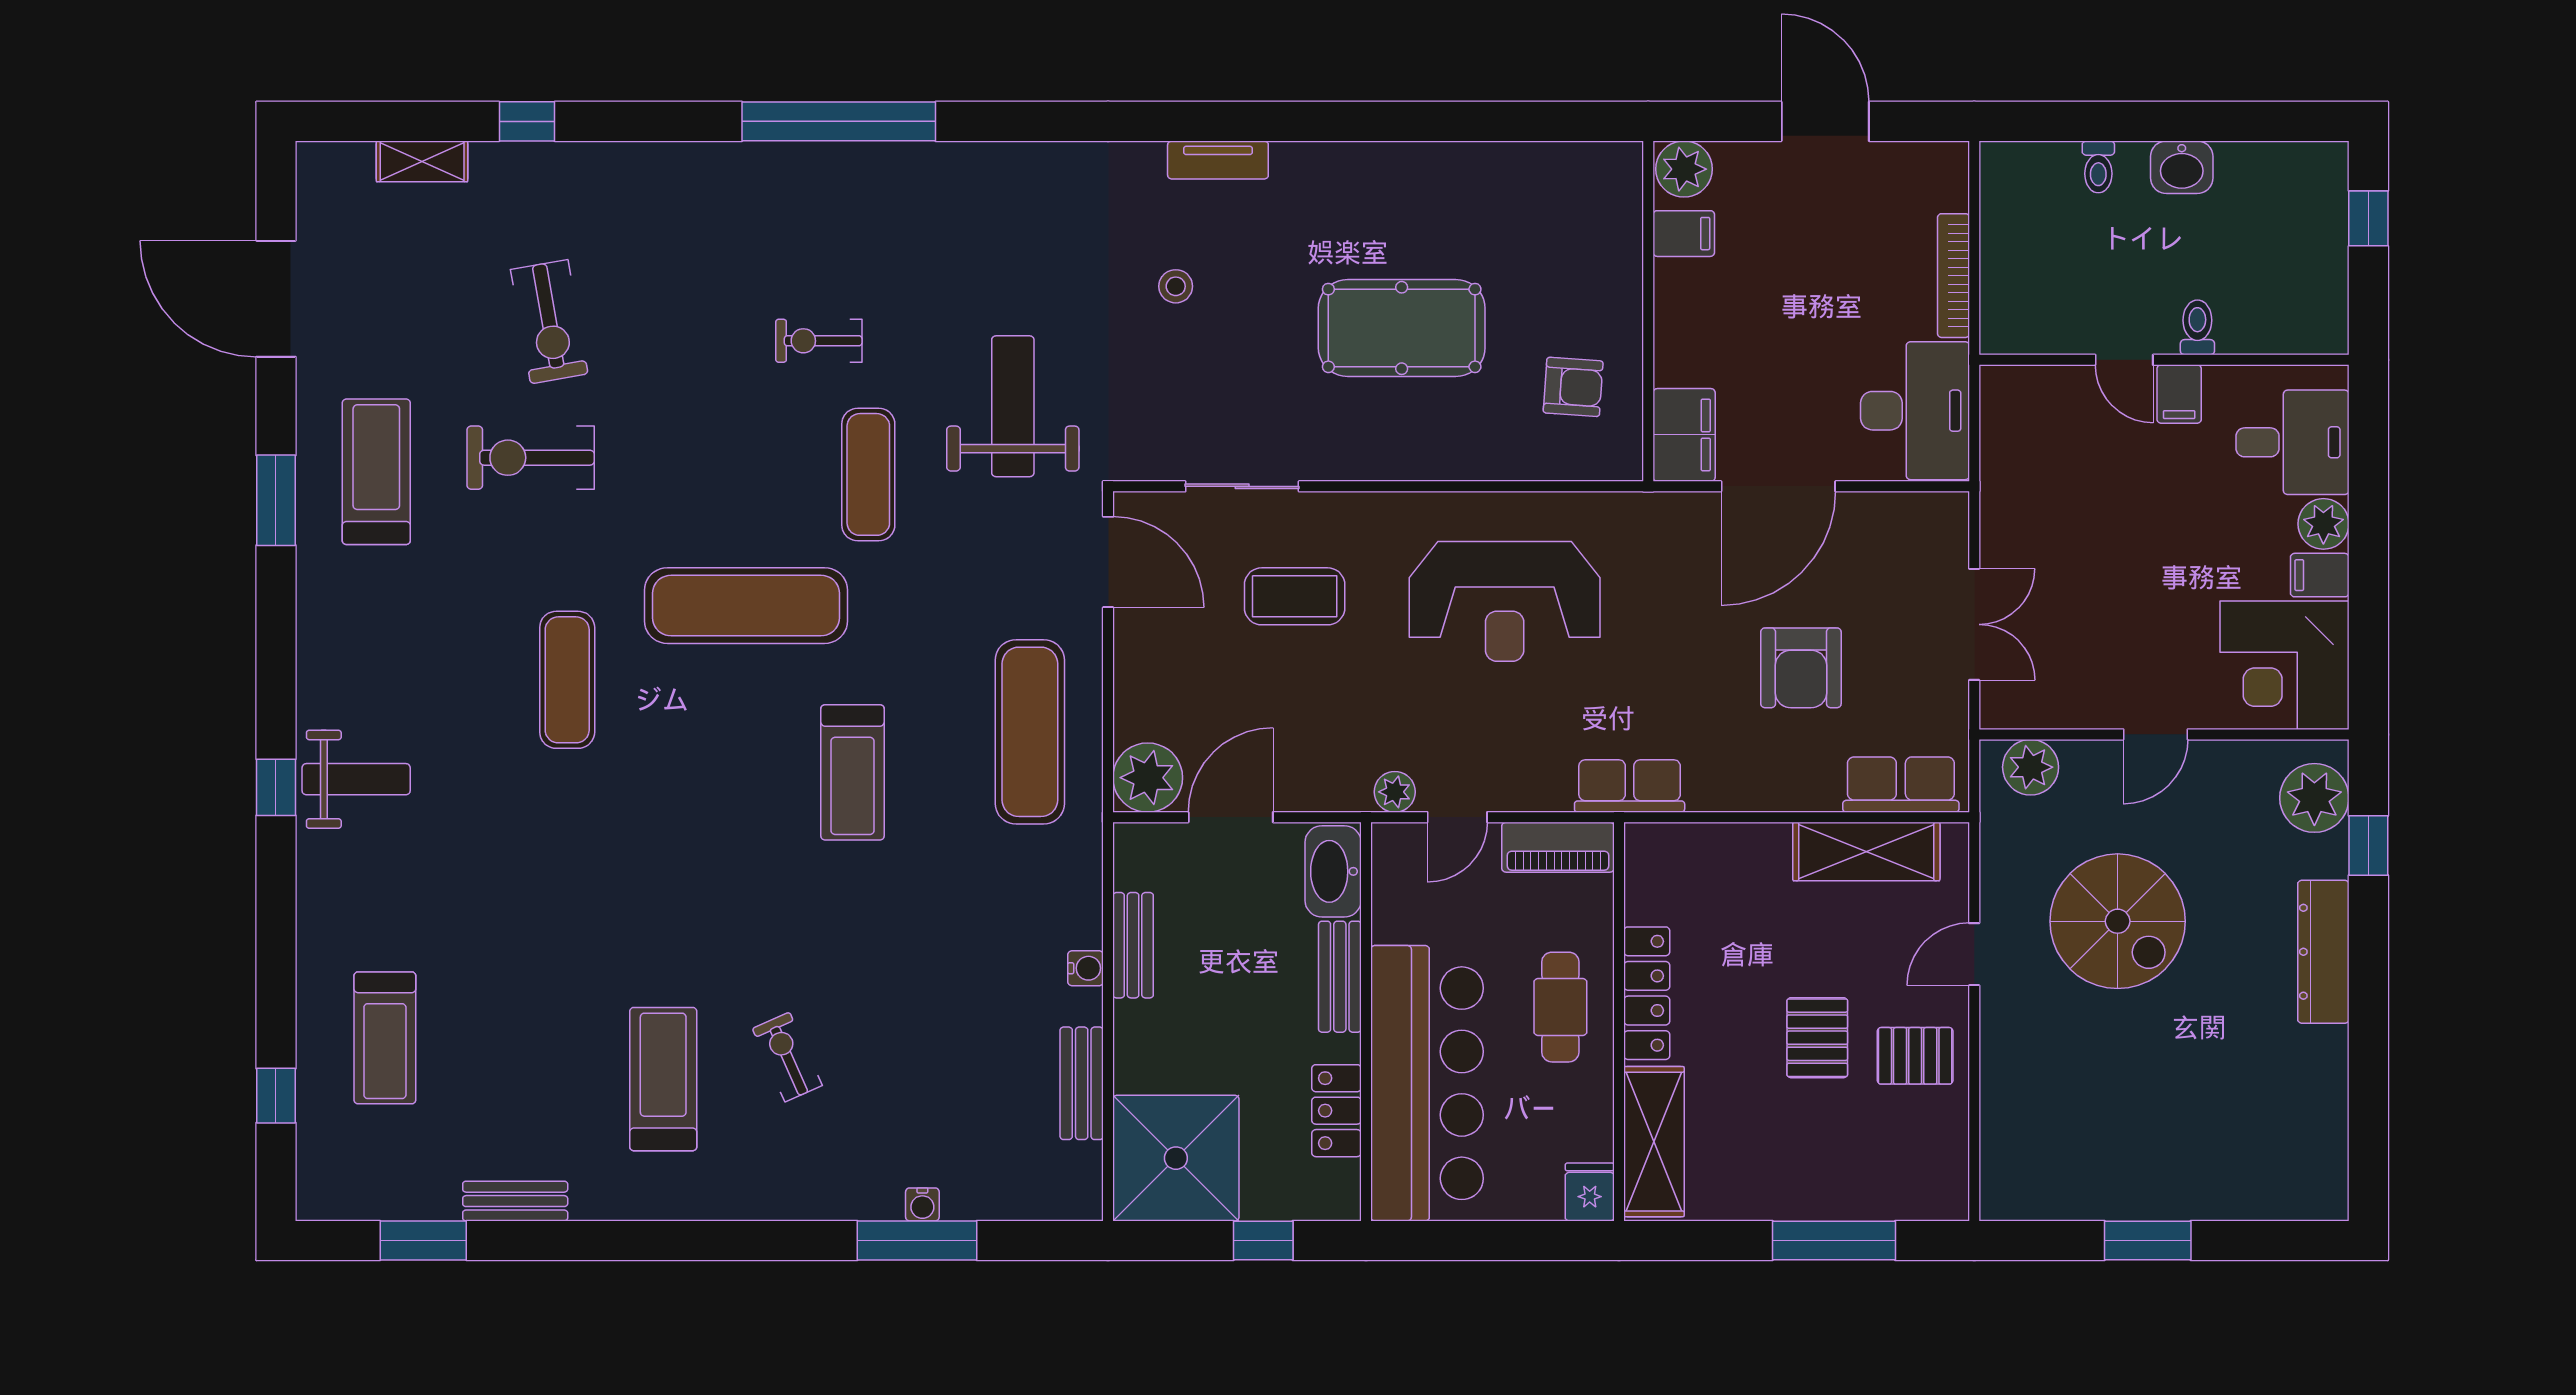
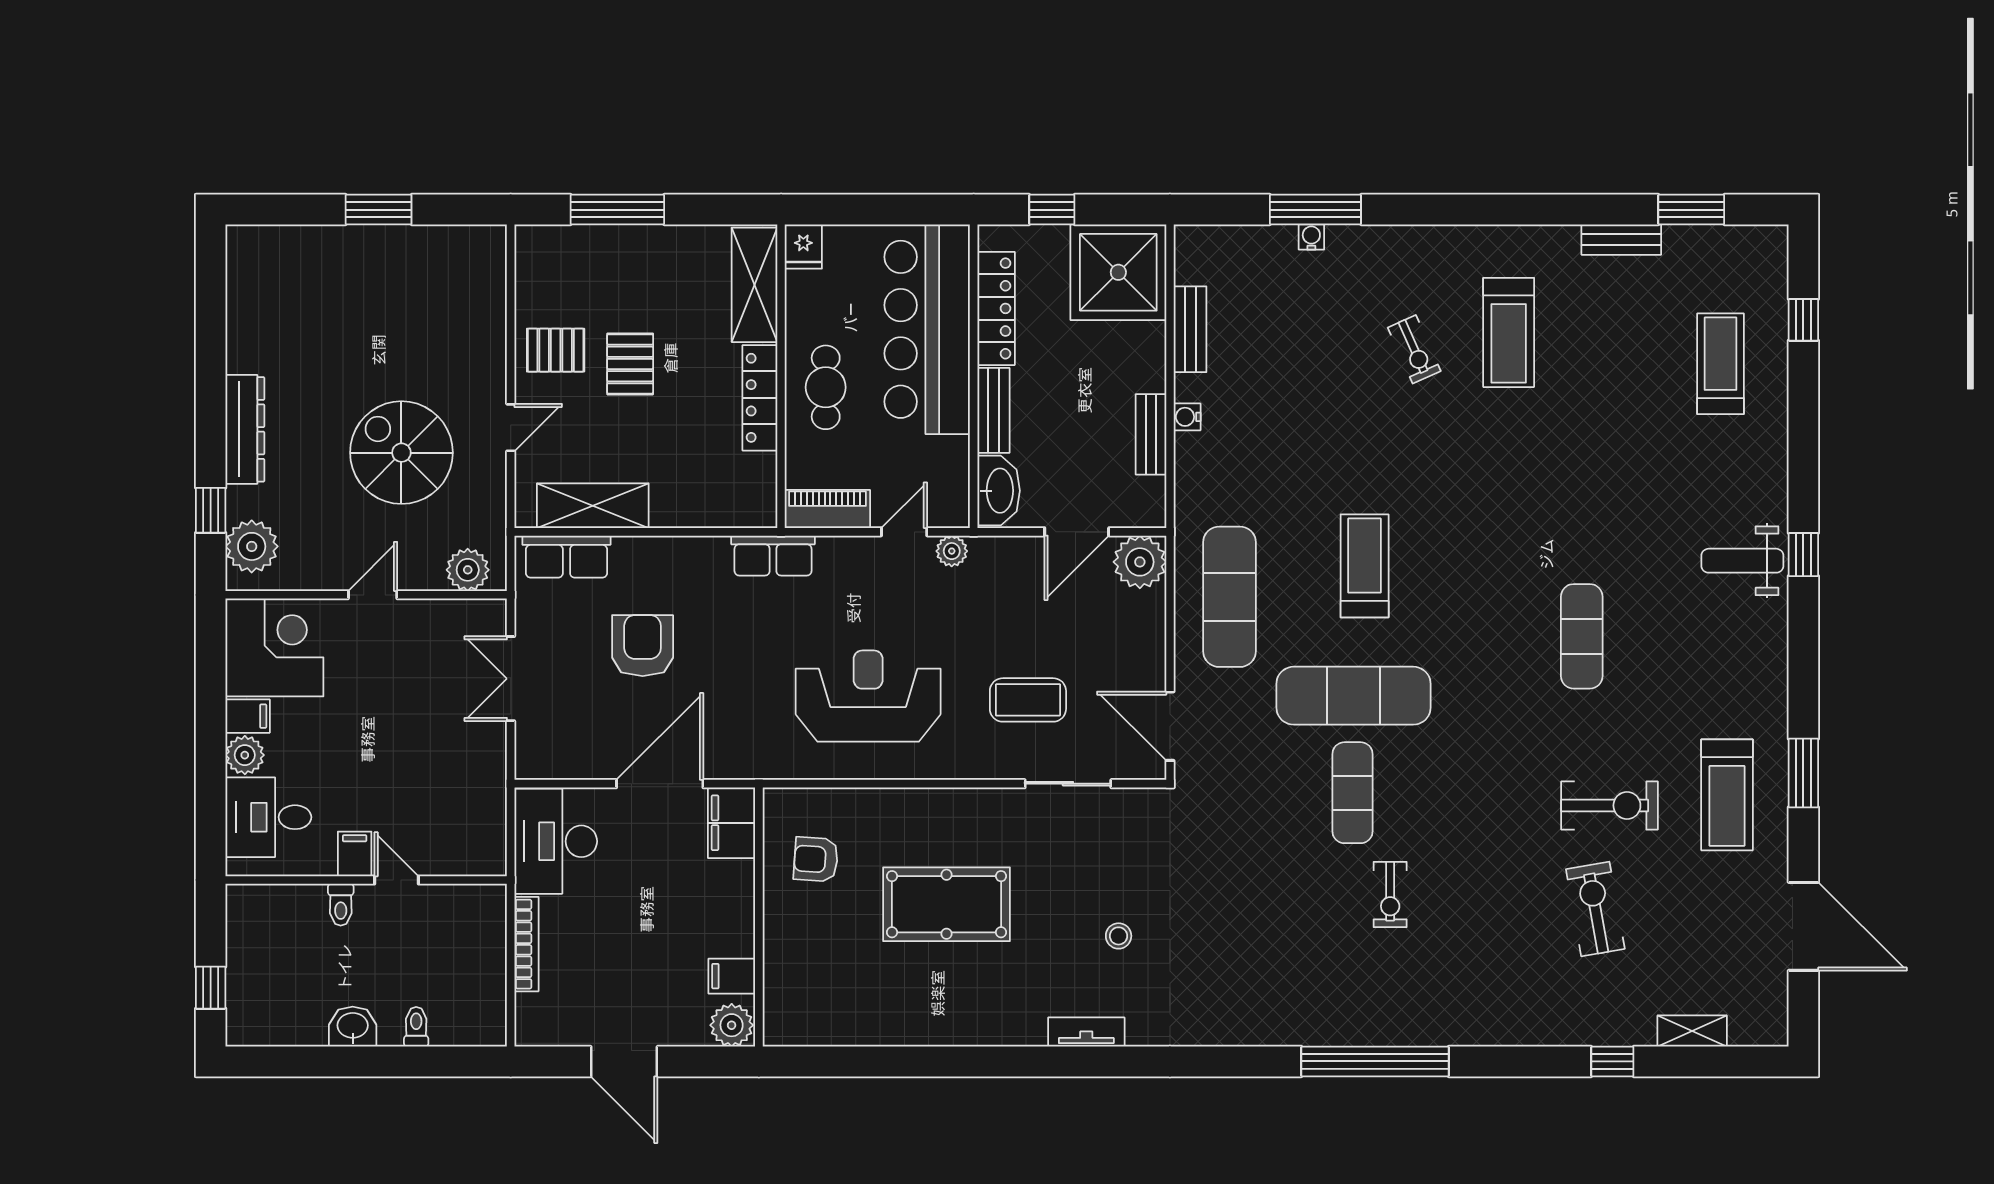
exercise bike: (819, 341) -> (1390, 894), turned 90
weight bench: (1013, 406) -> (1242, 845), removed
exercise mat: (746, 606) -> (1353, 696), moved
locker: (1336, 1111) -> (996, 308), width x1.53

